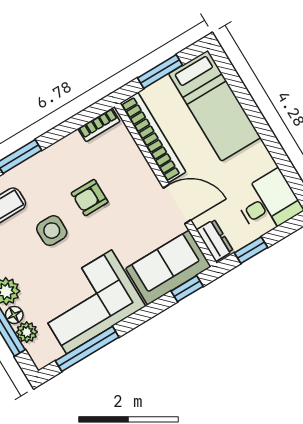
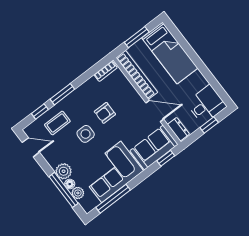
window: (251, 250) -> (209, 125), moved

